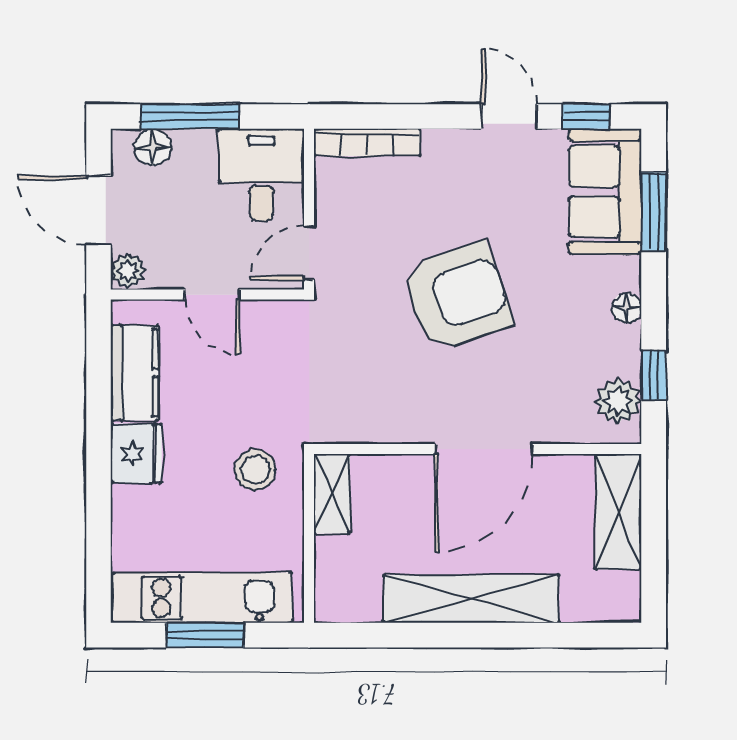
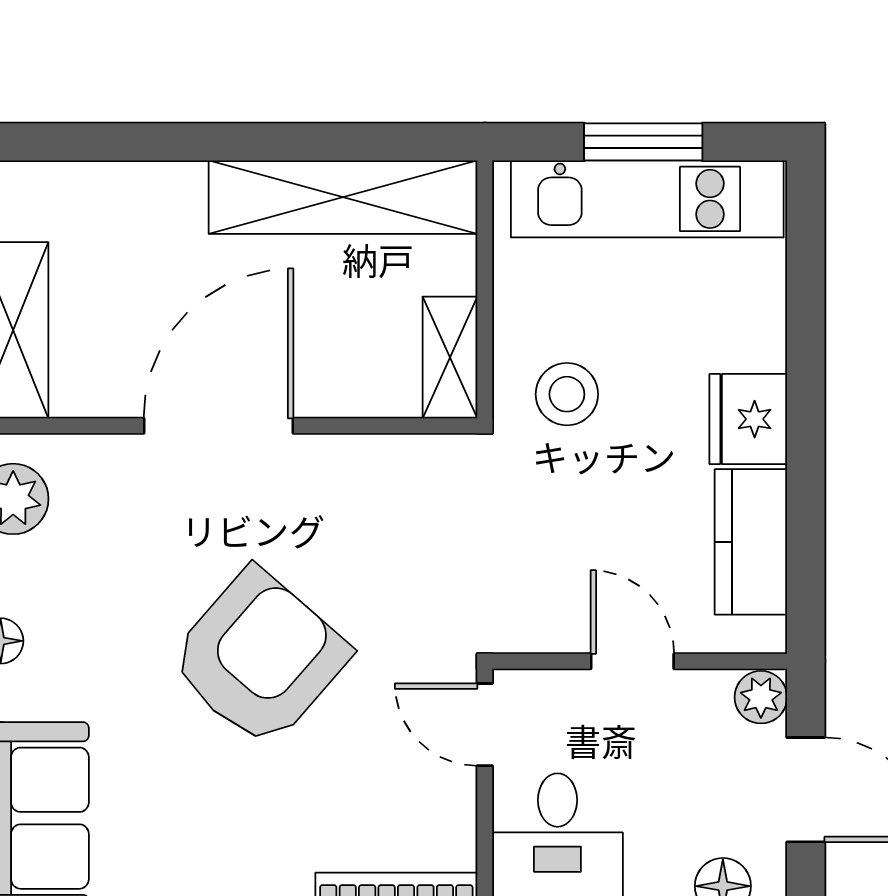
door: (309, 253) -> (485, 725), swing flipped
armchair: (457, 297) -> (259, 658), turned 150
shelving: (471, 599) -> (343, 197), moved

